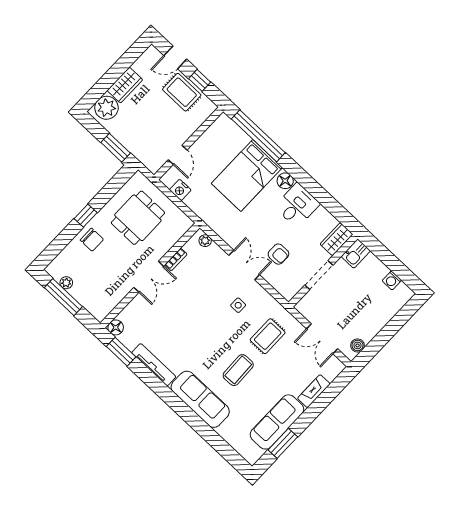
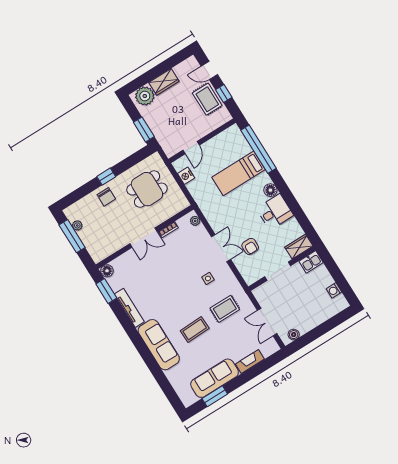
bed: (247, 175) -> (239, 173), width x0.67

